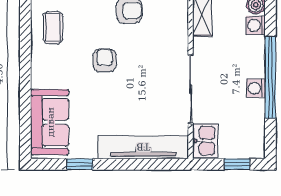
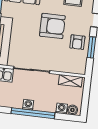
armchair: (105, 60) -> (52, 26), width x1.88, depth x1.88

